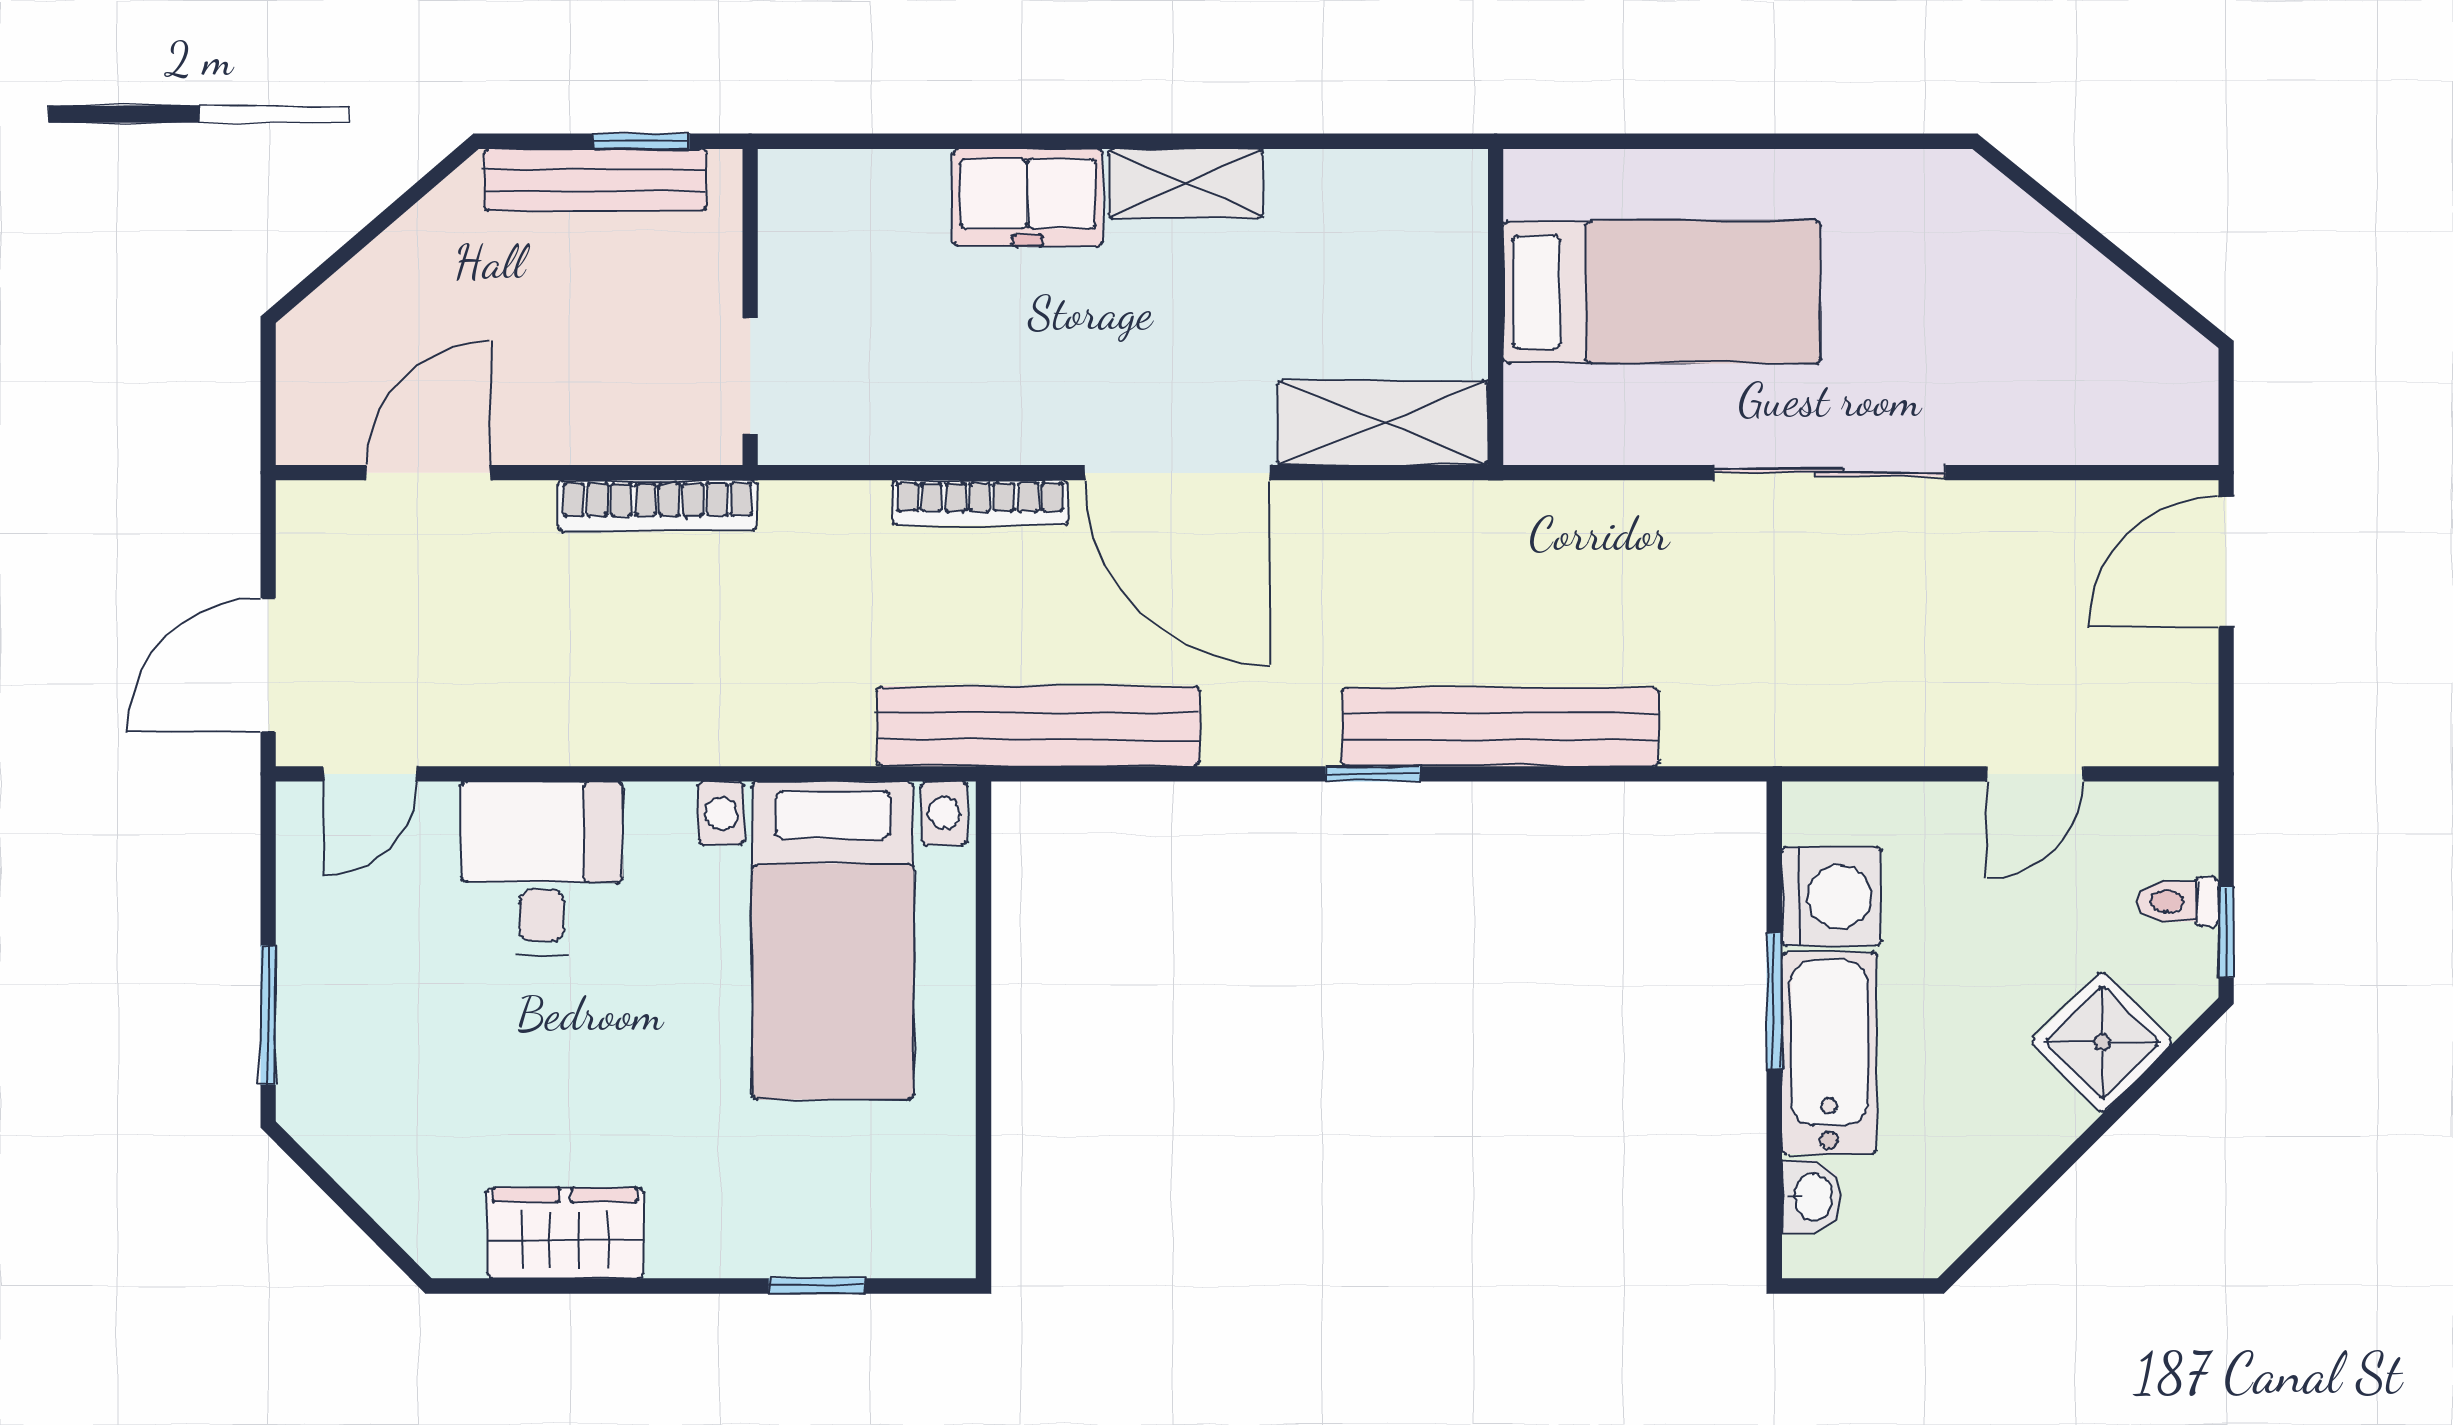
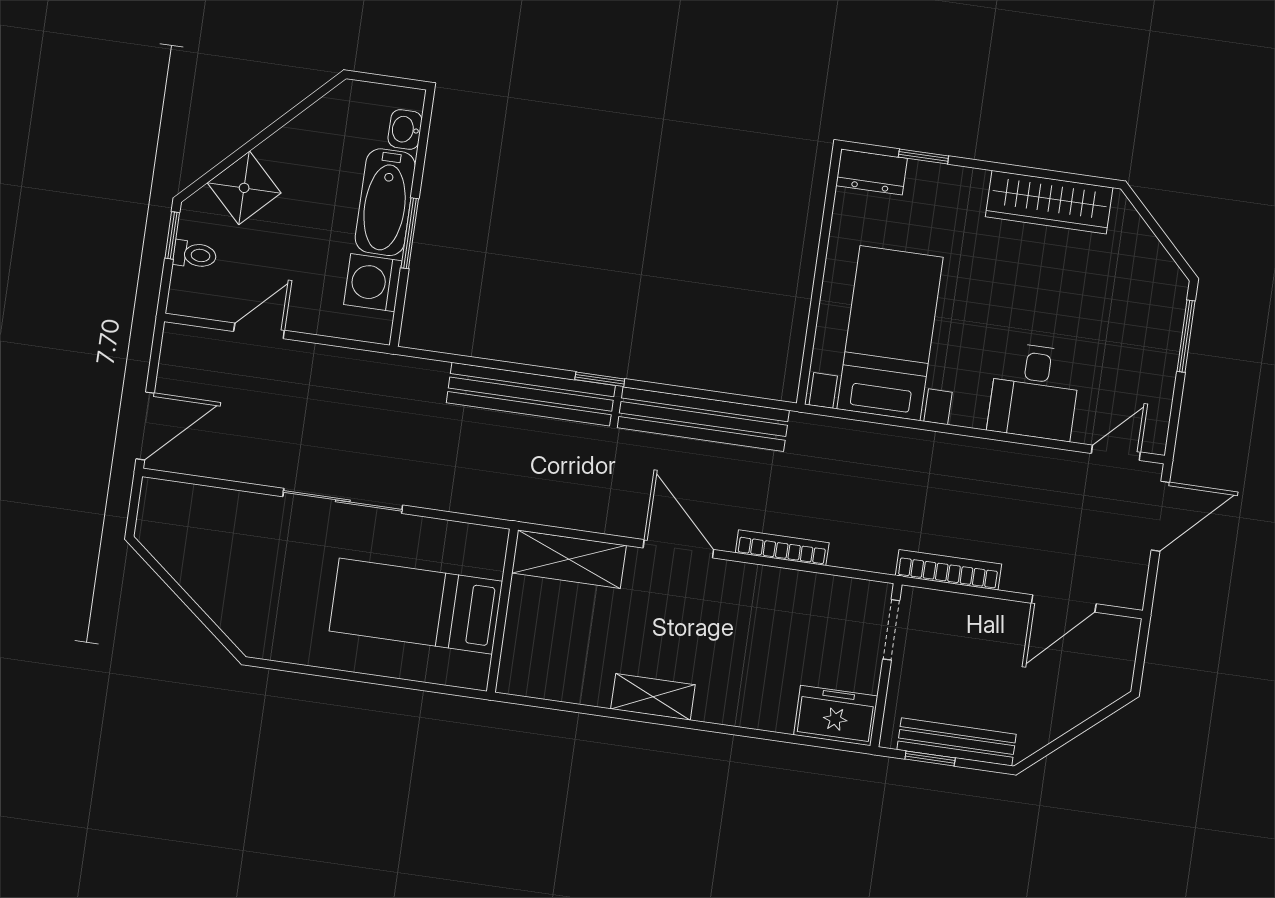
freezer: (1028, 197) -> (836, 716), moved
door: (1177, 473) -> (678, 549), width x0.73
bench: (1038, 726) -> (703, 419), moved
wardrobe: (565, 1233) -> (1049, 202), width x1.50
dresser: (911, 1242) -> (872, 172), added

